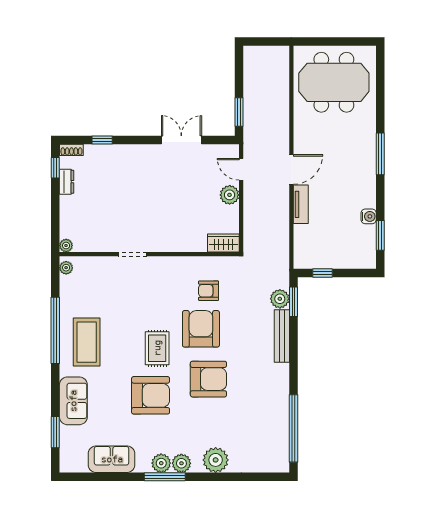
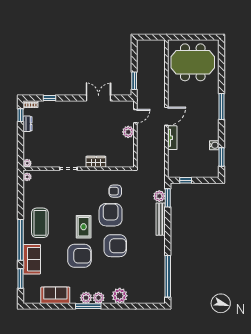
door: (241, 169) -> (135, 116), swing flipped
wardrobe: (223, 243) -> (96, 162), moved
window: (55, 330) -> (21, 240), moved

